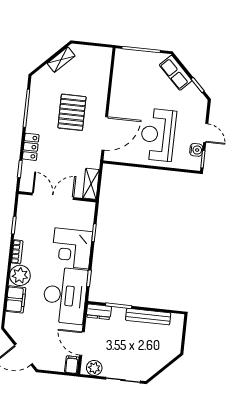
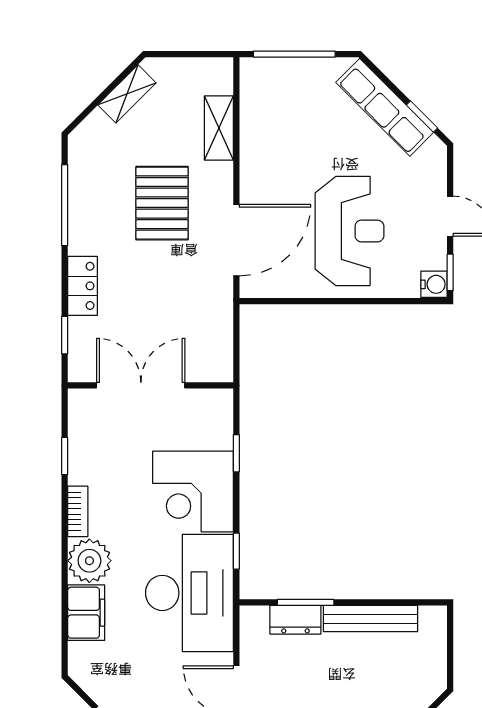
row of seats: (176, 73) -> (385, 107), width x1.48
reception desk: (158, 135) -> (350, 231), turned 180
water cooler: (196, 150) -> (434, 284), moved
shelving: (91, 184) -> (219, 128), moved
dresser: (99, 312) -> (295, 620), moved

